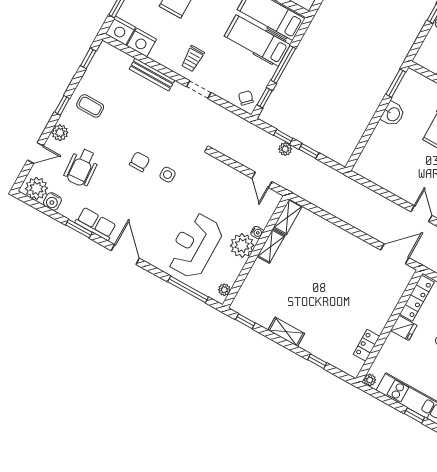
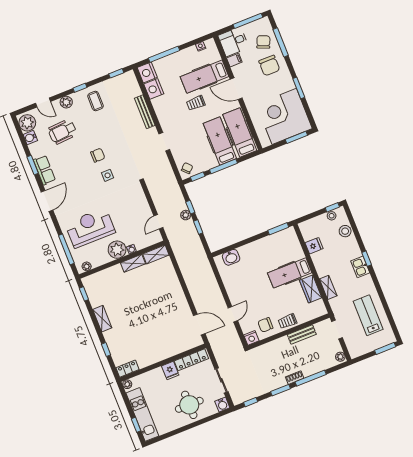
trolley: (193, 59) -> (196, 103), moved
washbasin: (393, 114) -> (231, 257), moved
locker: (366, 345) -> (127, 369), moved

